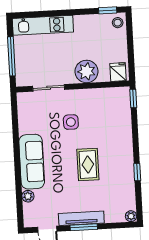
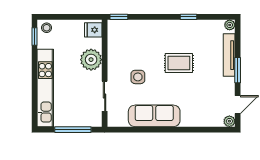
kitchen unit: (43, 25) -> (45, 88), width x1.36
sofa: (32, 162) -> (154, 116), moved
plant: (28, 196) -> (229, 121), moved
tv unit: (81, 218) -> (229, 55), moved

